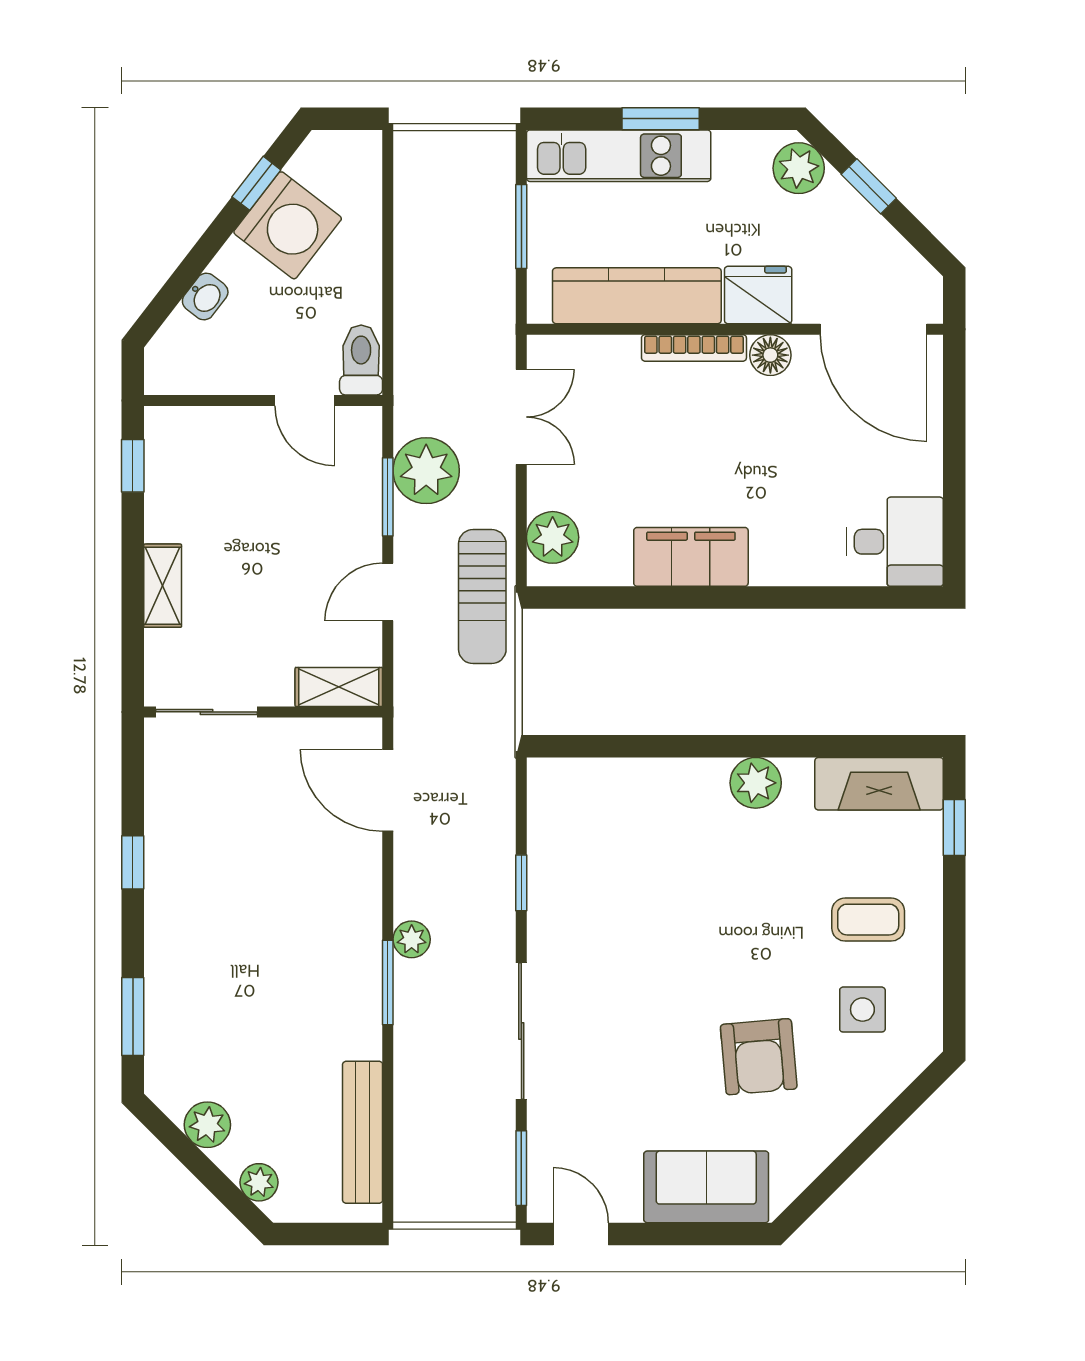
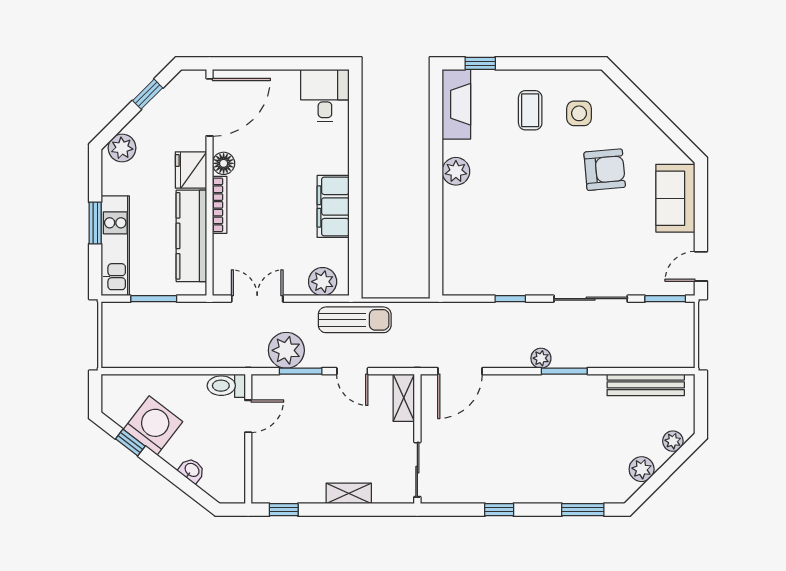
window: (869, 186) -> (148, 94), moved

